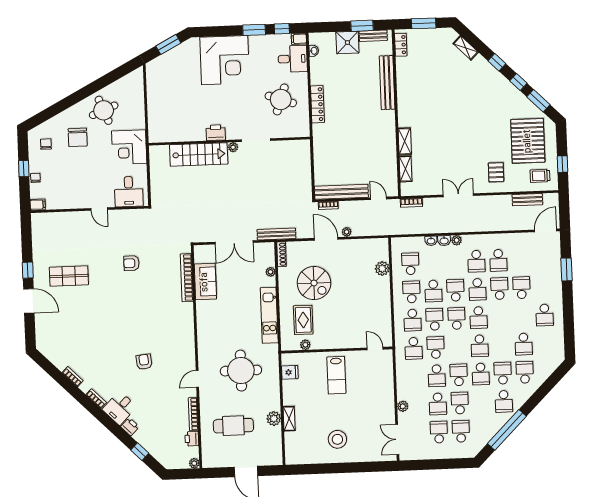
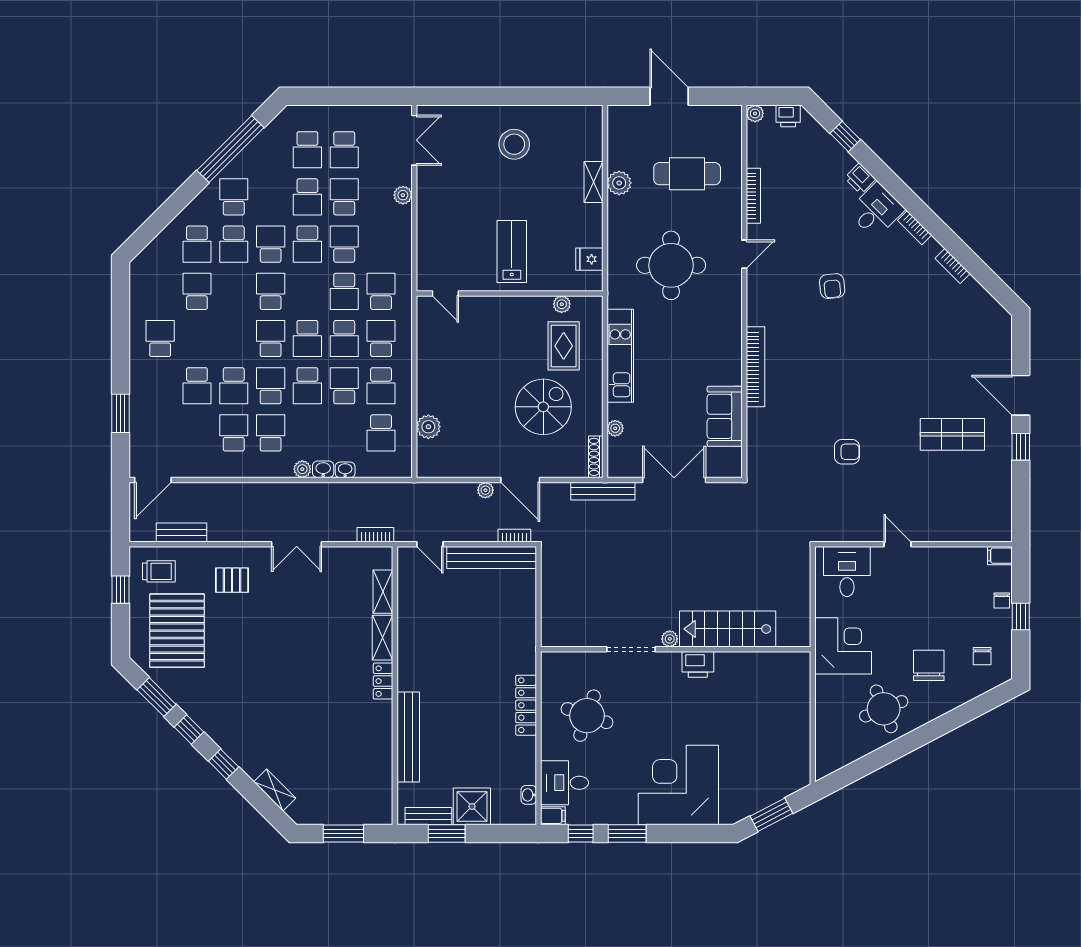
locker: (401, 45) -> (383, 681), moved
pallet: (496, 172) -> (232, 580), turned 90
bookcase: (187, 278) -> (755, 367), moved
spiral stairs: (314, 283) -> (543, 407), turned 90
printer: (192, 439) -> (788, 116), moved, turned 90

